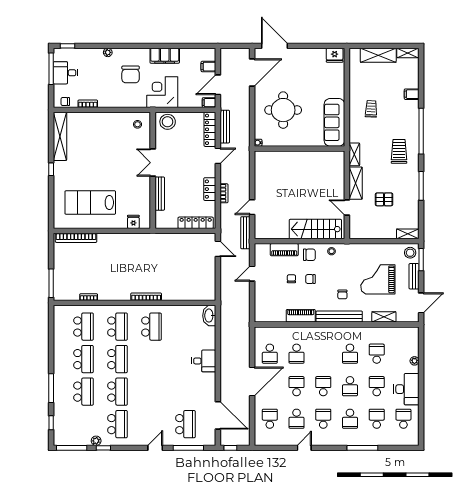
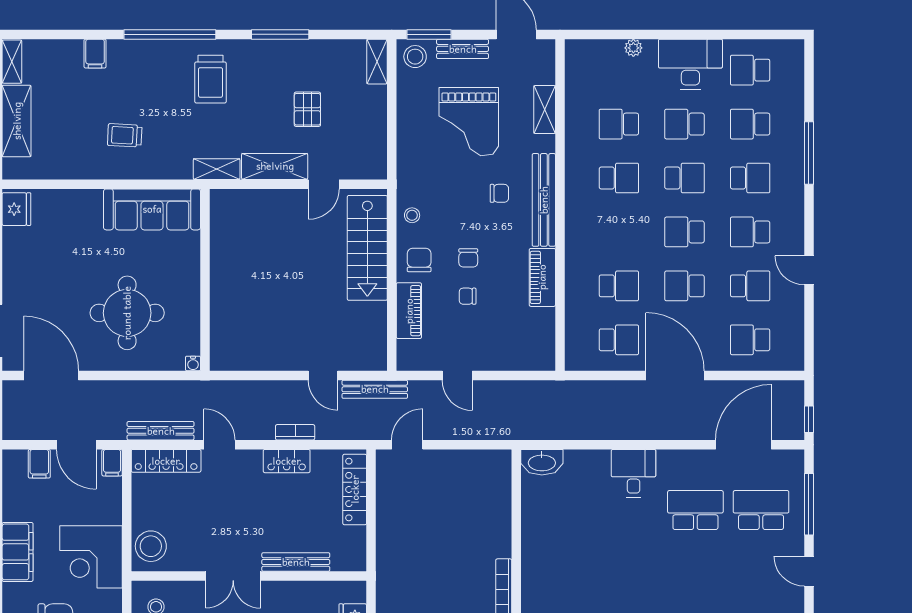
trolley: (399, 151) -> (211, 79), turned -90
school desk: (151, 327) -> (695, 510), moved

